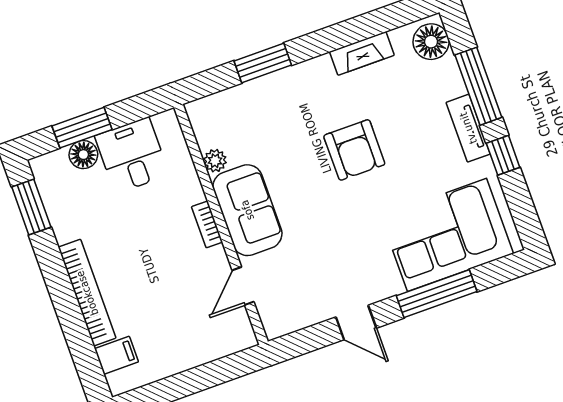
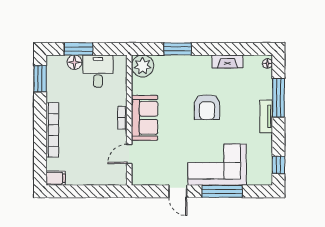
floor lamp: (431, 42) -> (268, 63), width x0.53, depth x0.53
window: (503, 155) -> (278, 165), moved
plant: (215, 161) -> (143, 66), moved, width x1.88, depth x1.88
corner sofa: (447, 235) -> (217, 165), moved
filing cabinet: (116, 355) -> (56, 178), moved

